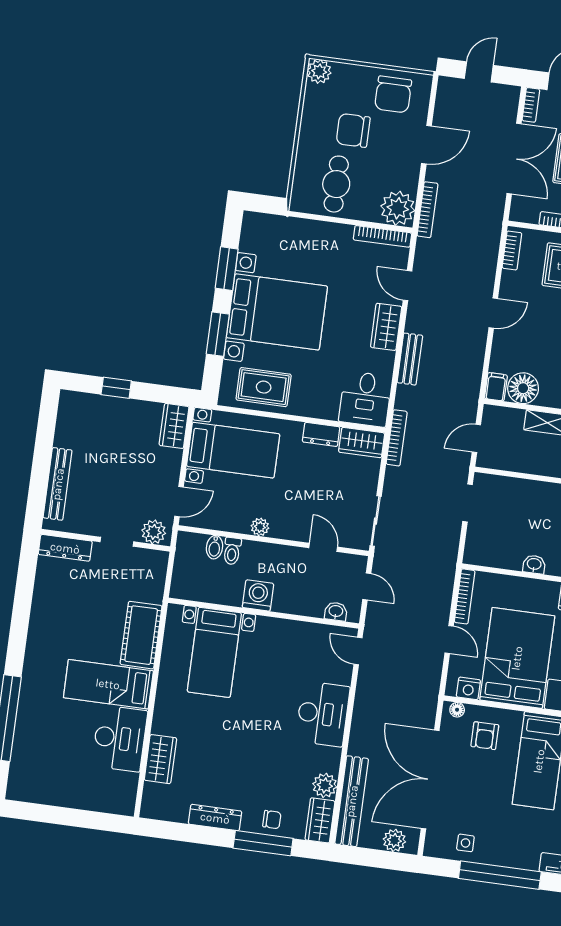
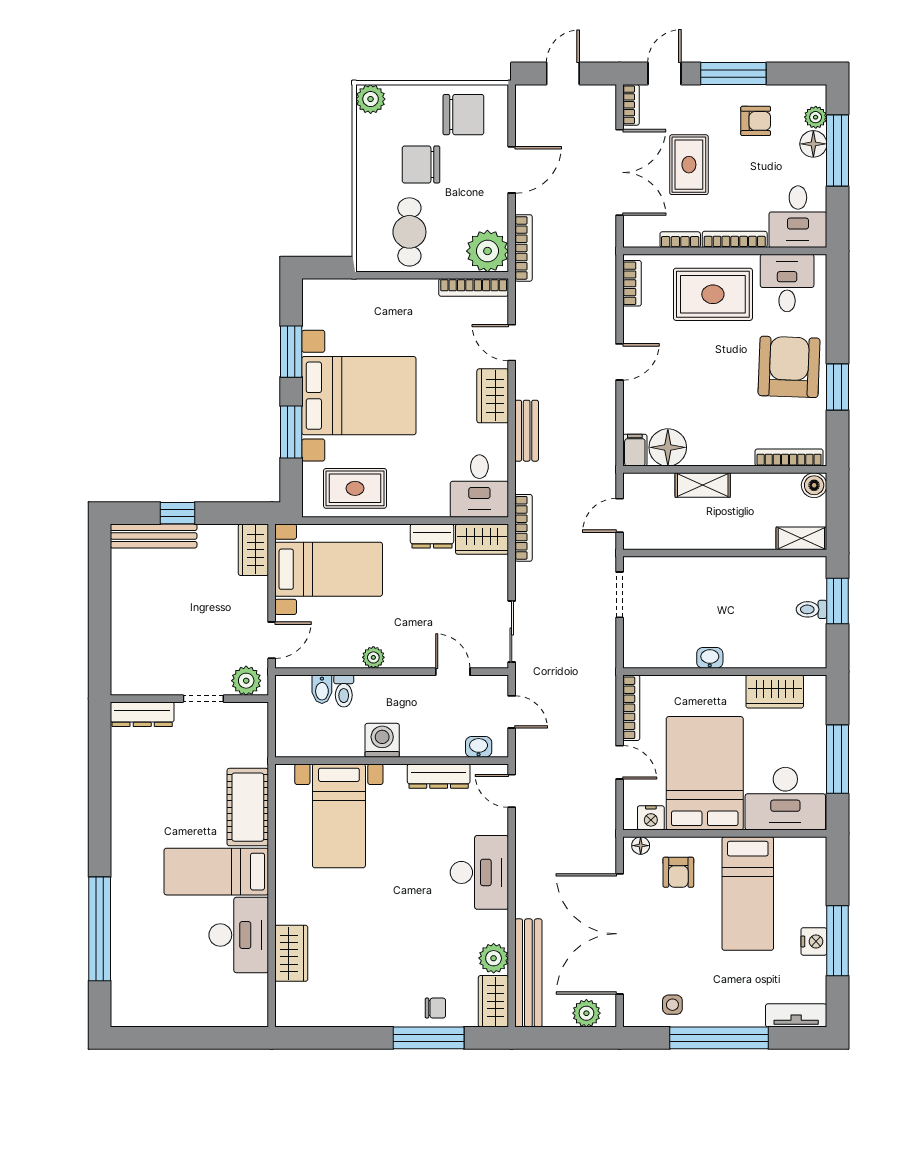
chair: (393, 94) -> (463, 115), turned -90
bench: (58, 484) -> (154, 536), moved, turned 90
dresser: (215, 818) -> (439, 776), moved, turned 180

